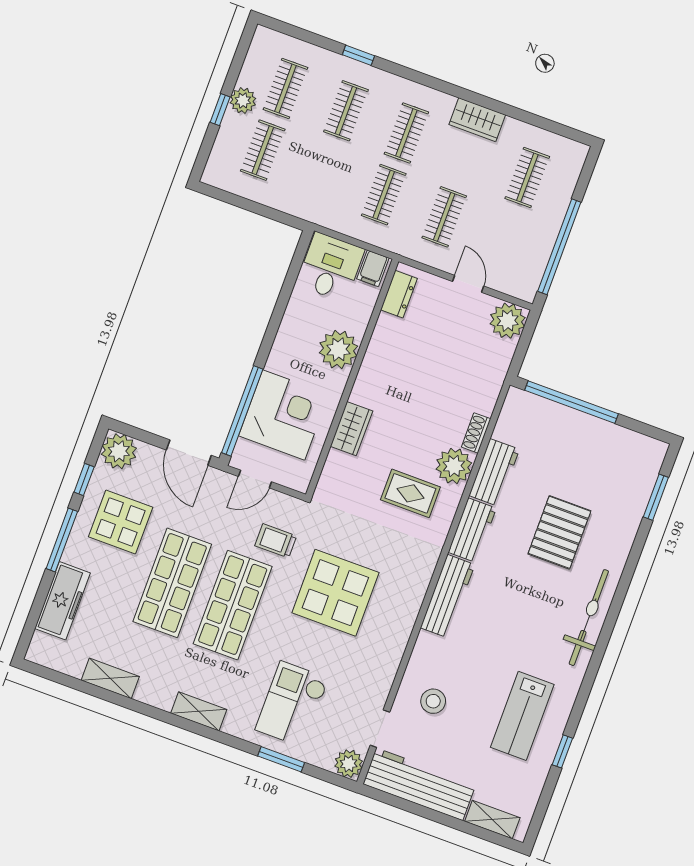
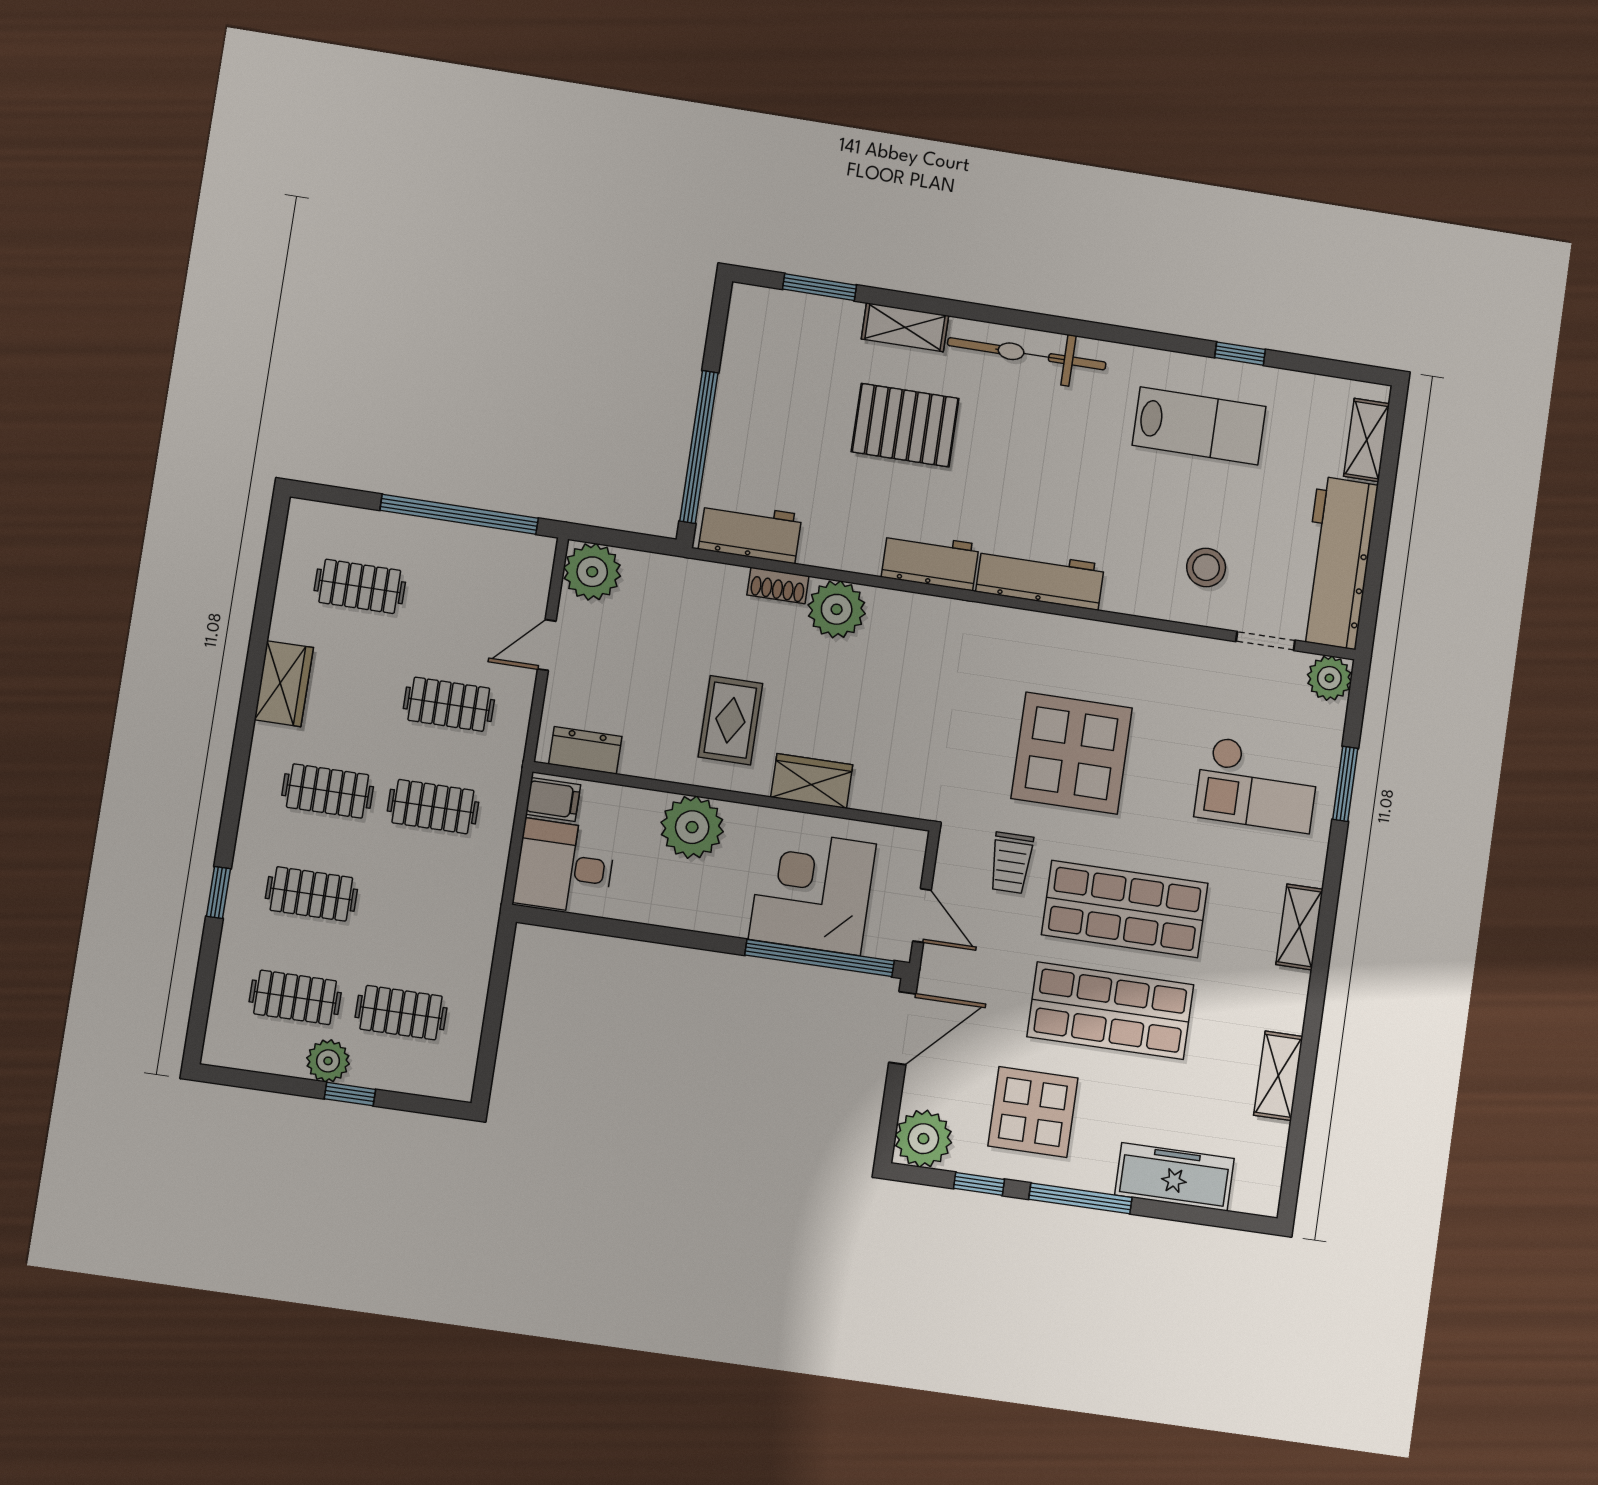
workbench: (494, 472) -> (750, 532), moved
rug: (410, 493) -> (730, 720), moved
shelving: (620, 545) -> (905, 327), added

